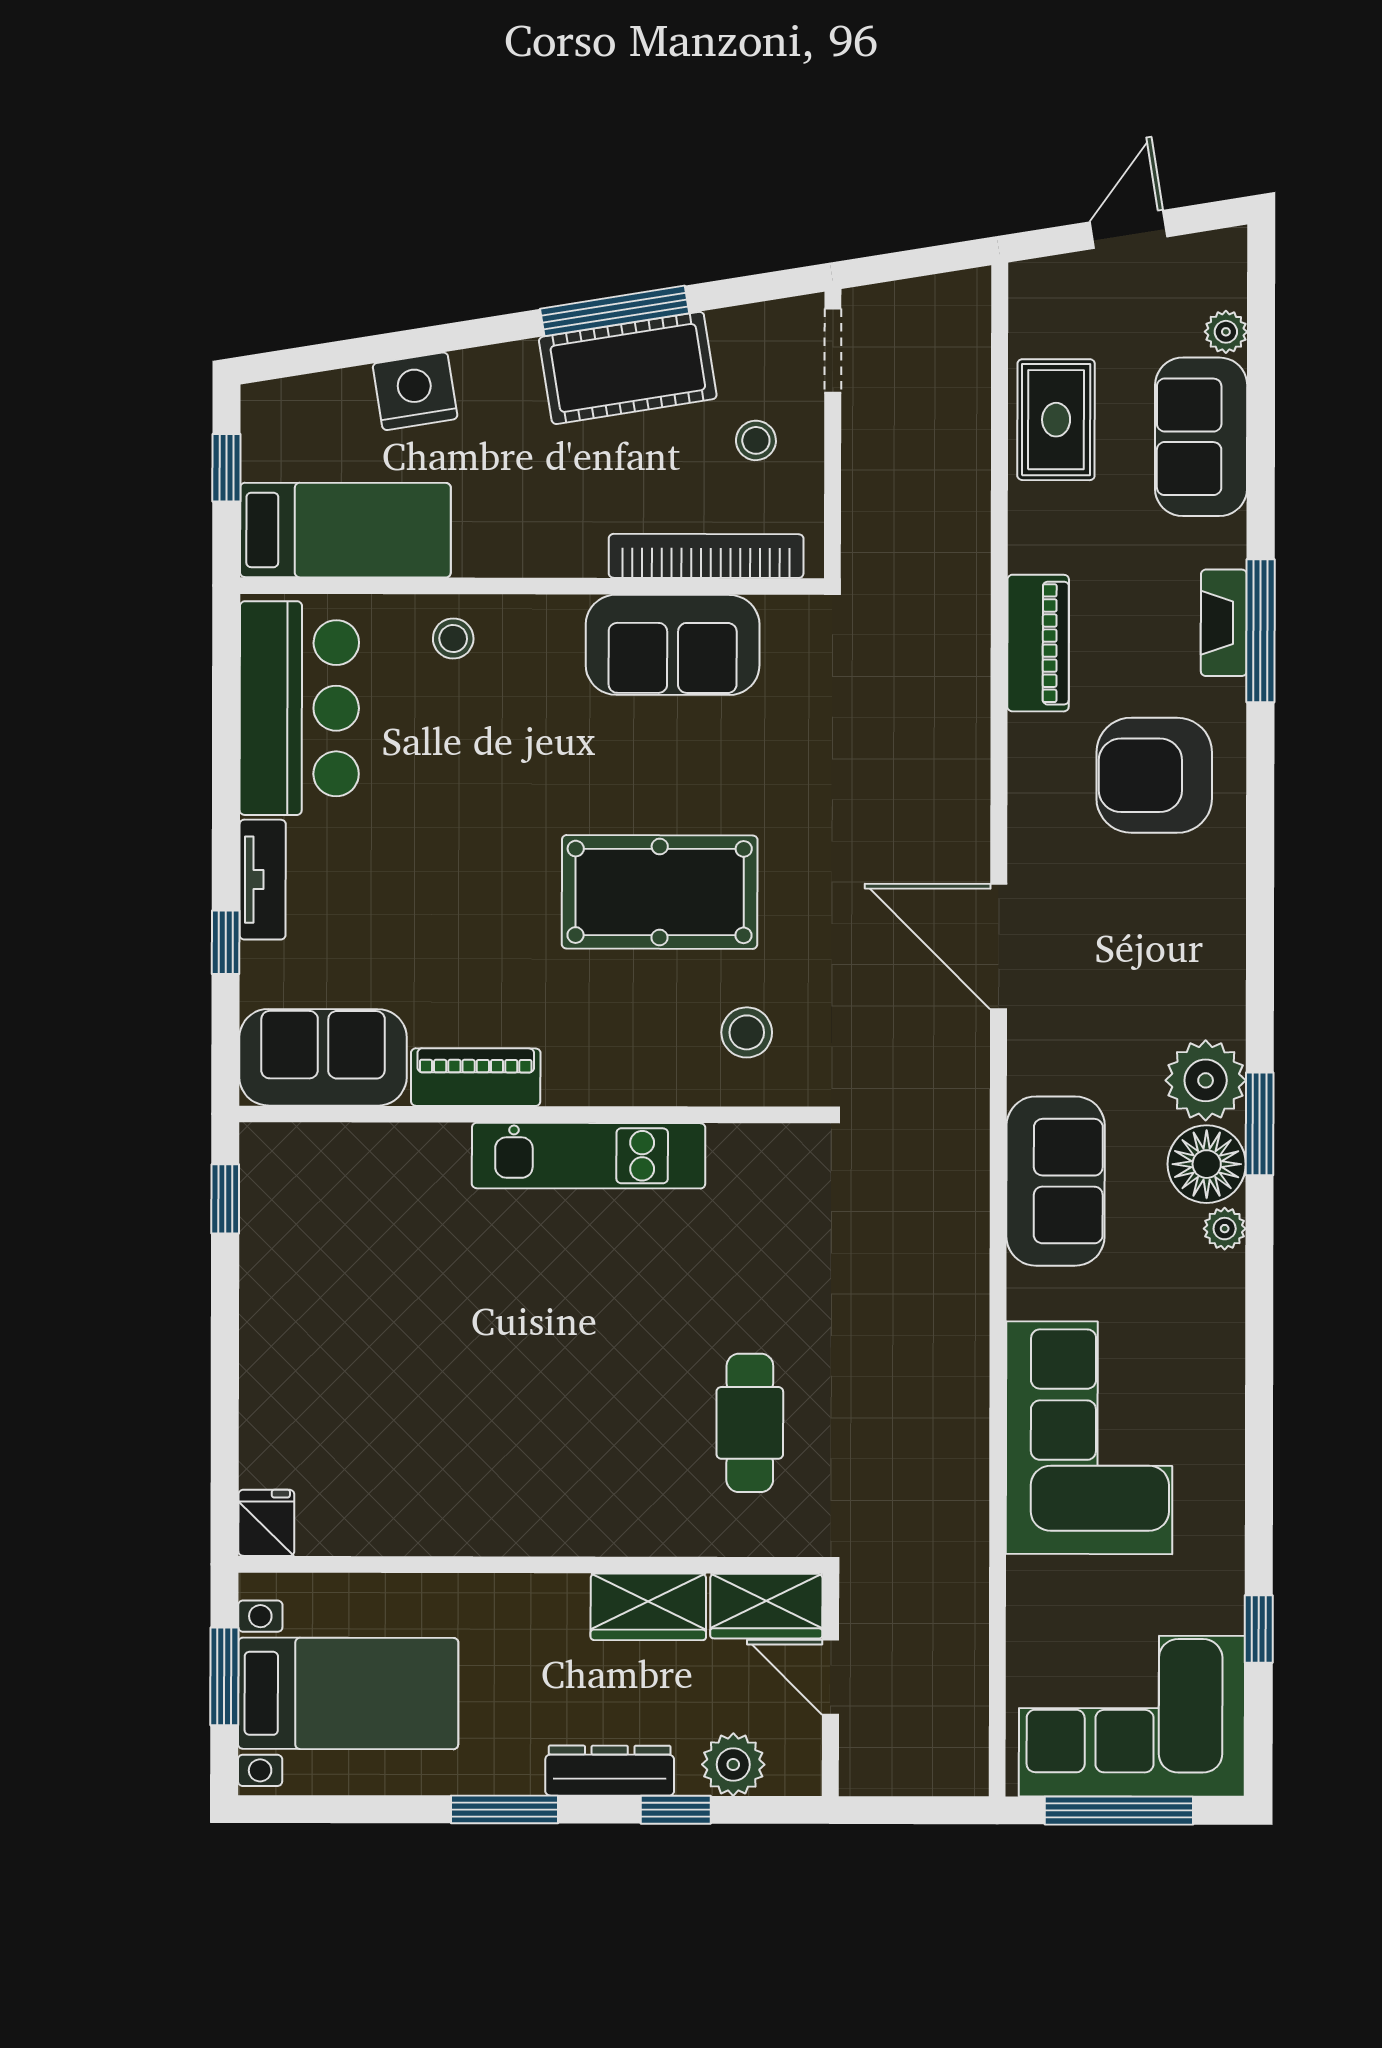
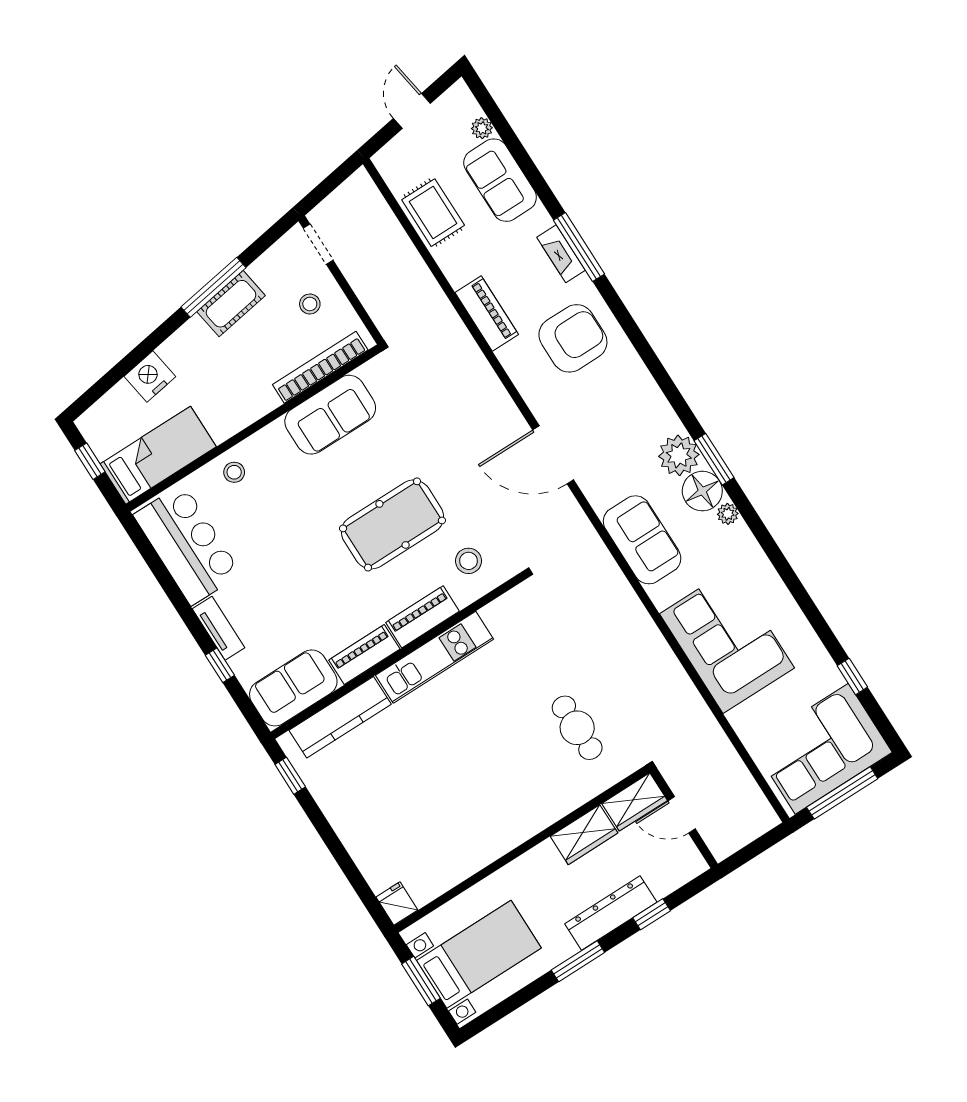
cot: (628, 368) -> (231, 304), width x0.73, depth x0.75
armchair: (1154, 775) -> (573, 338), turned 180
piano: (612, 1076) -> (423, 617), added
kitchen counter: (369, 1155) -> (340, 717), added
plant: (733, 1765) -> (664, 879), removed
dresser: (610, 1771) -> (611, 913), width x1.37, depth x1.24

